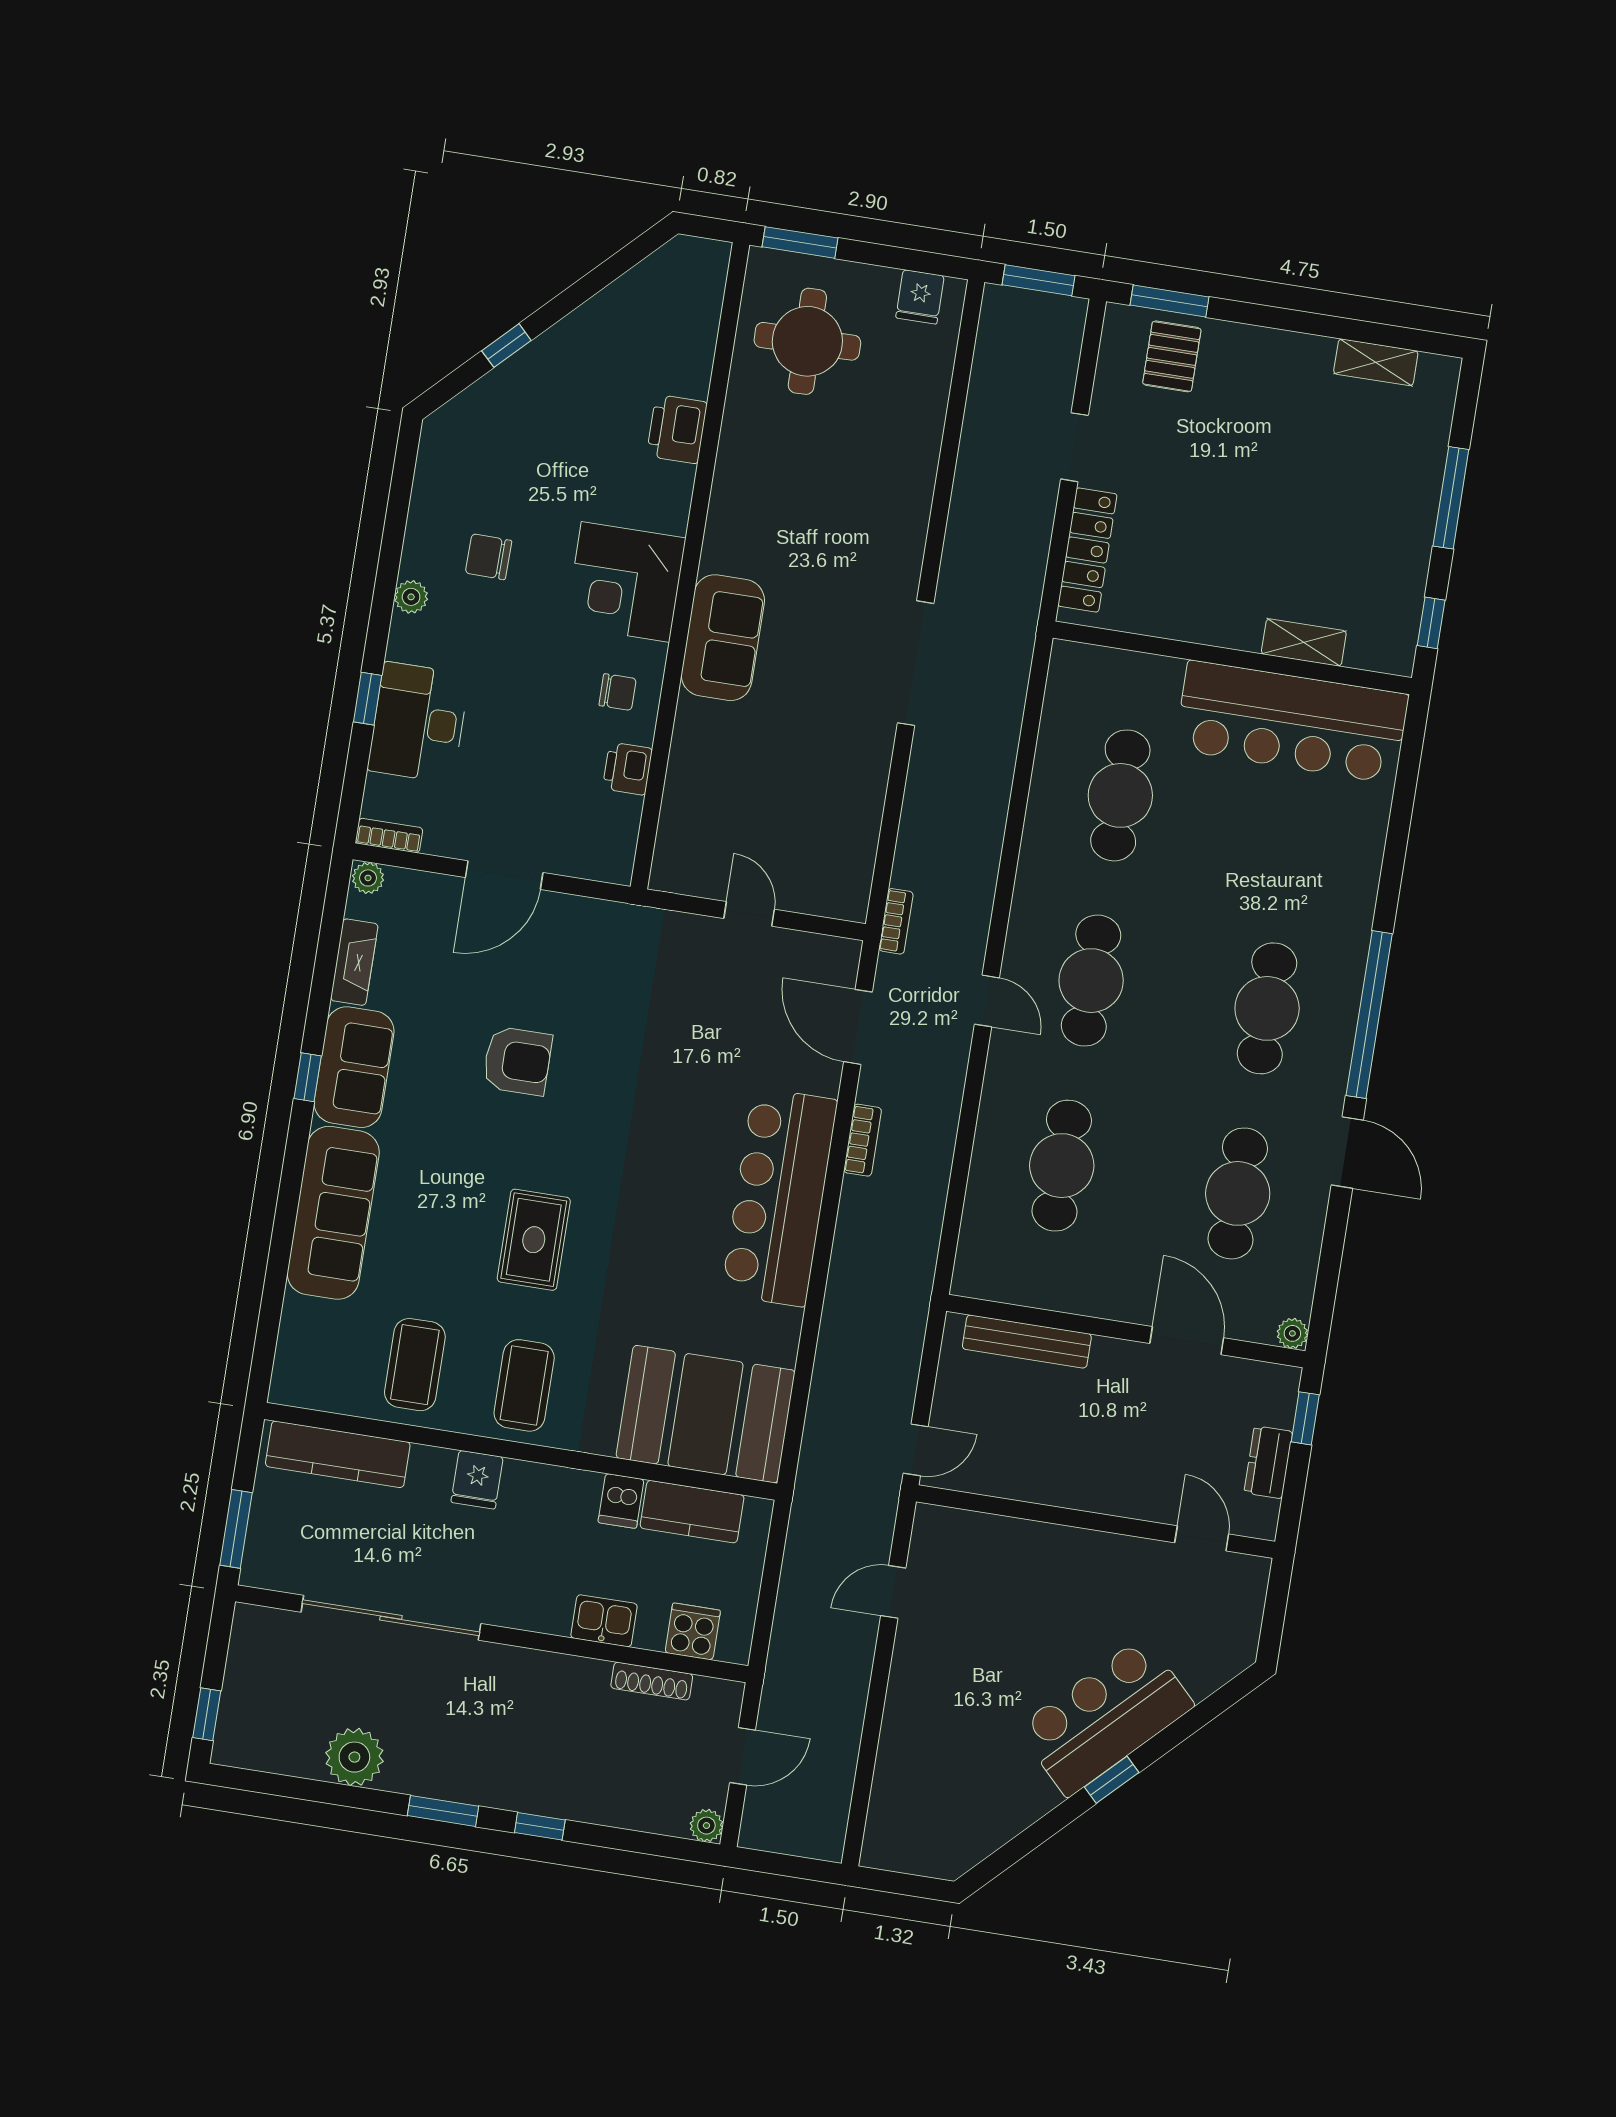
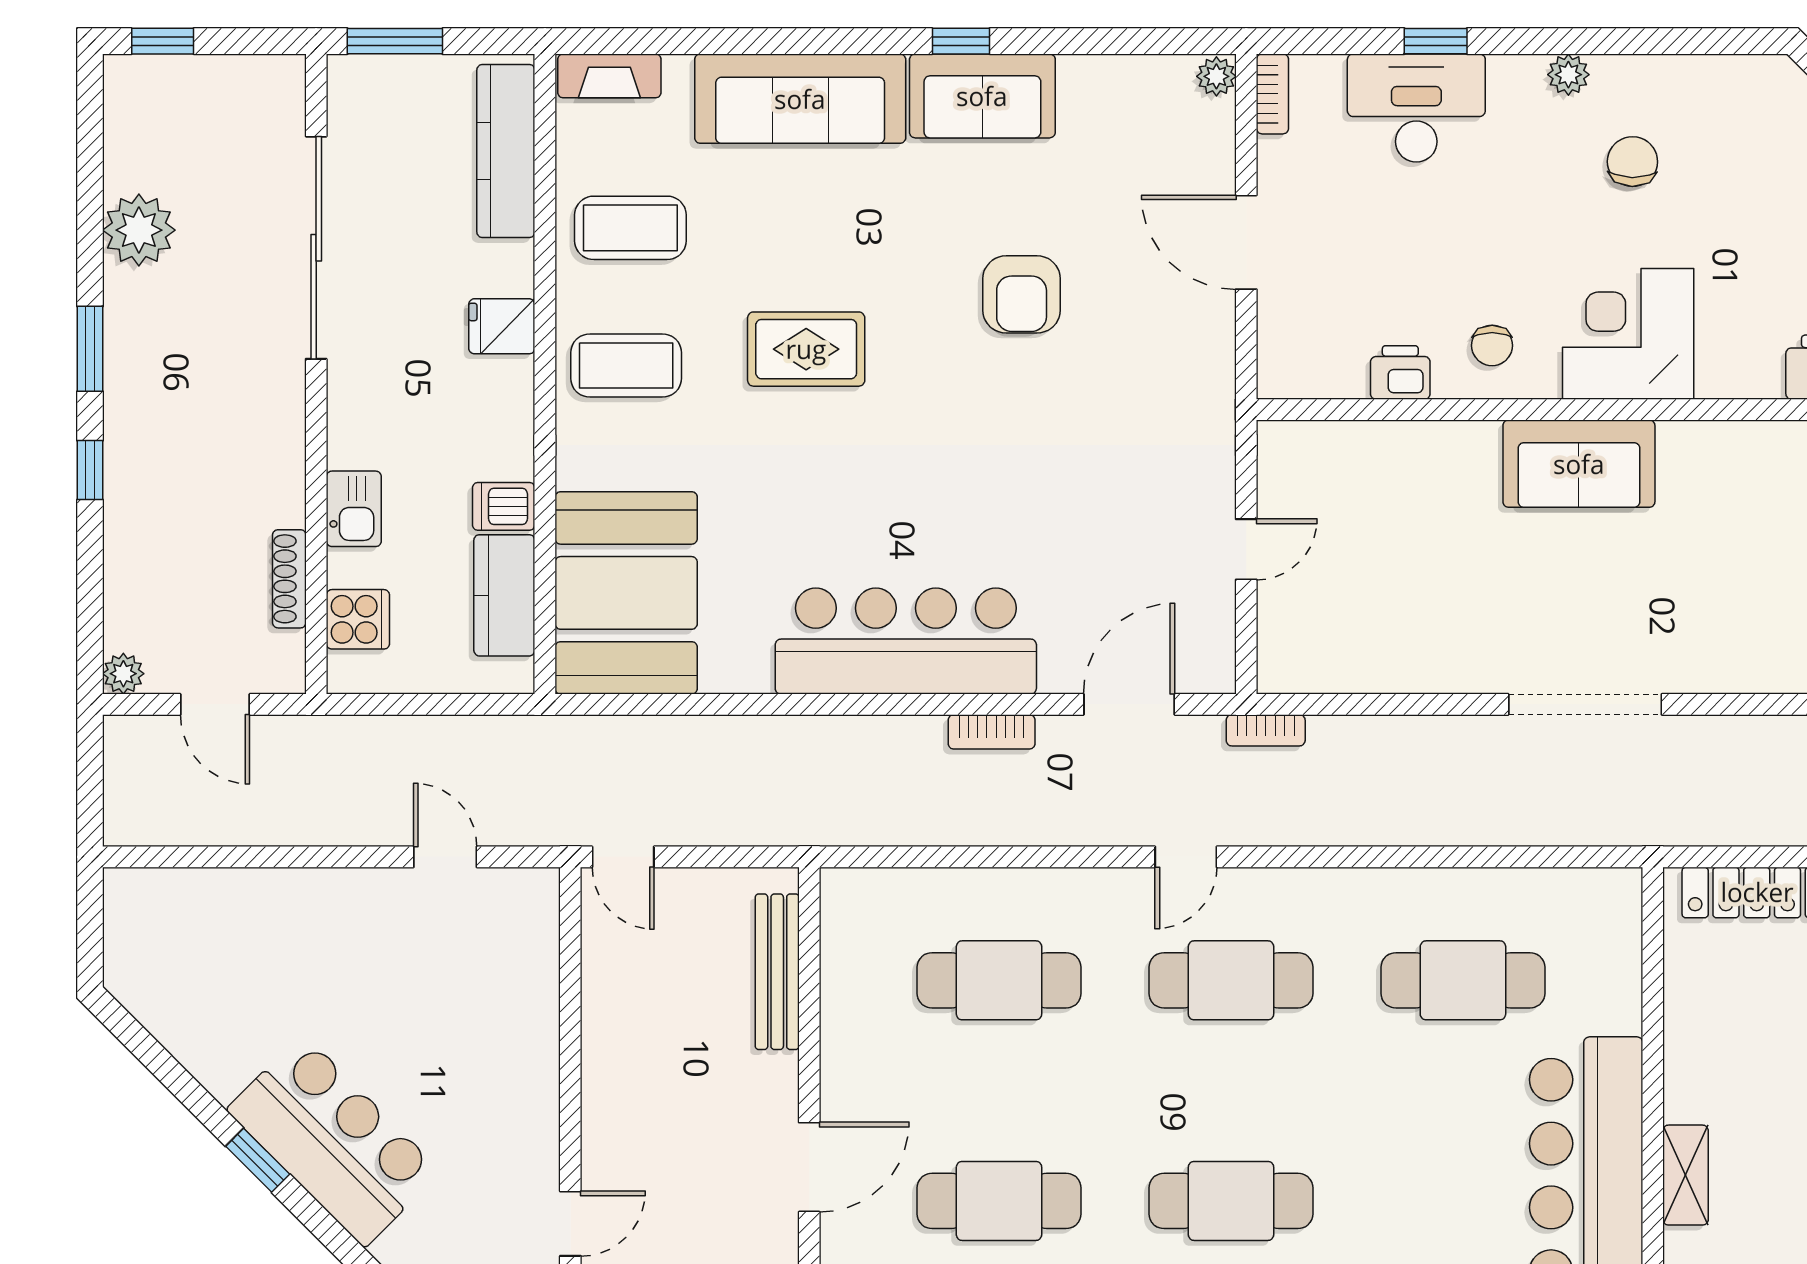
fireplace: (354, 962) -> (609, 76), moved

